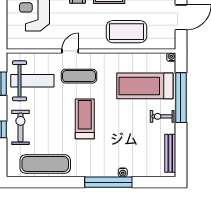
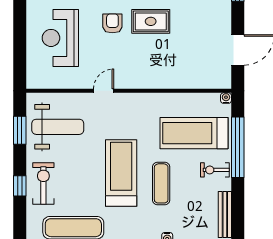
coffee table: (126, 32) -> (172, 67), removed
exercise mat: (79, 76) -> (161, 183), moved, turned 90
treadmill: (85, 119) -> (121, 173), width x1.37, depth x1.38

